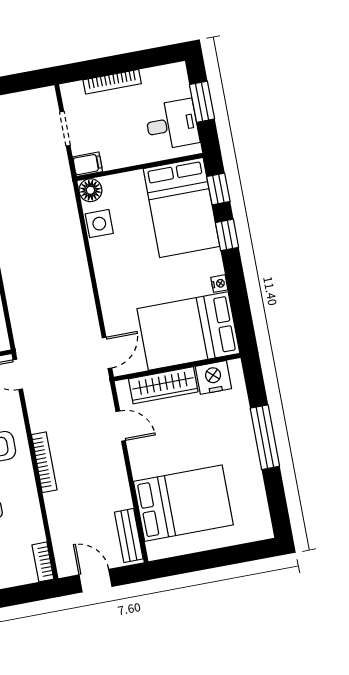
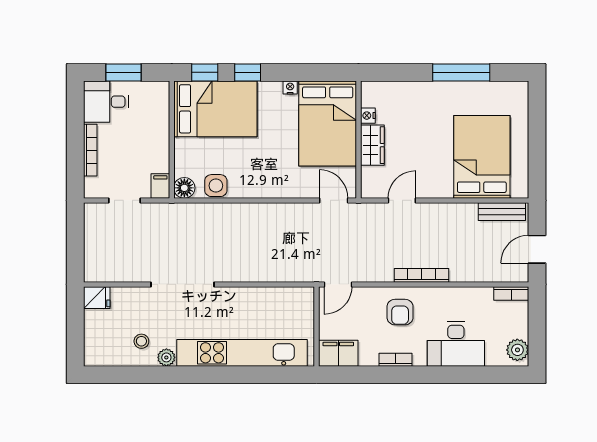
desk: (172, 125) -> (106, 102), moved, turned -90
nightstand: (213, 377) -> (368, 116), width x0.53, depth x0.56
wardrobe: (163, 385) -> (372, 145), width x0.67
window: (265, 437) -> (461, 72), moved

